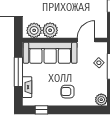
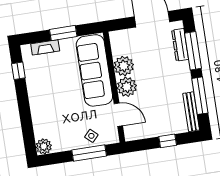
plant: (34, 30) -> (127, 87), moved
window: (18, 72) -> (63, 33), width x0.69
armchair: (68, 92) -> (47, 101), removed

